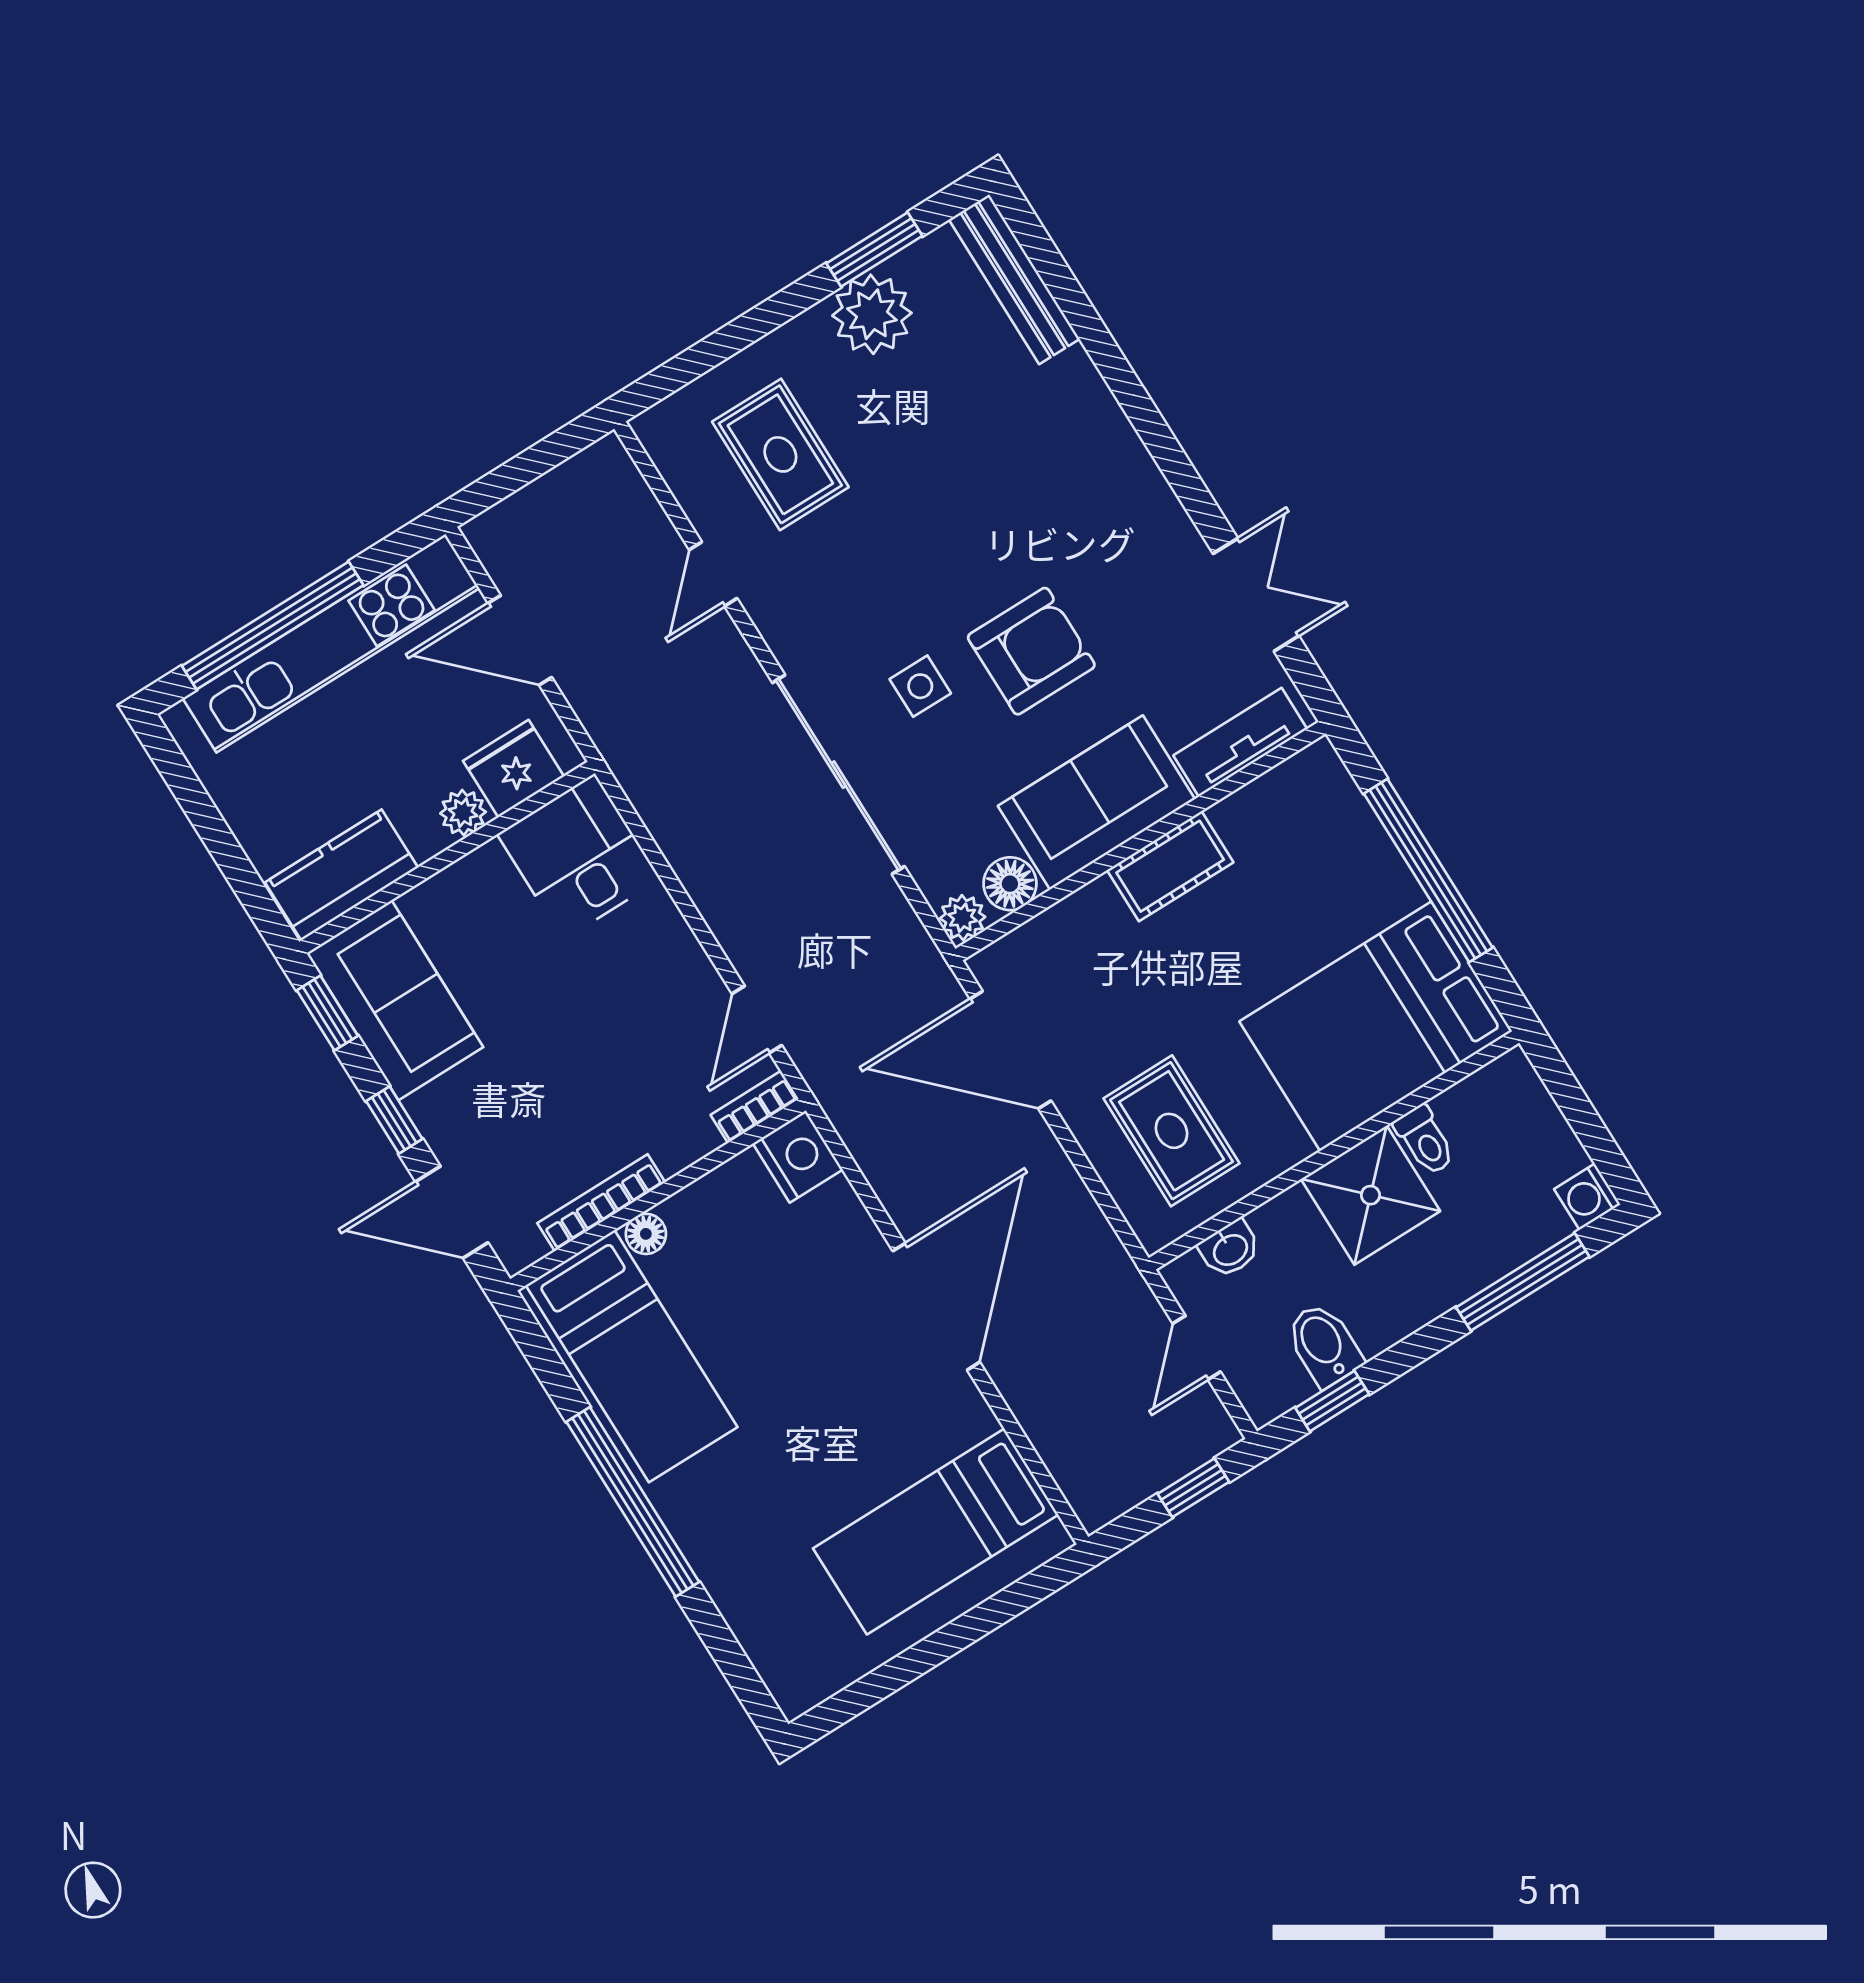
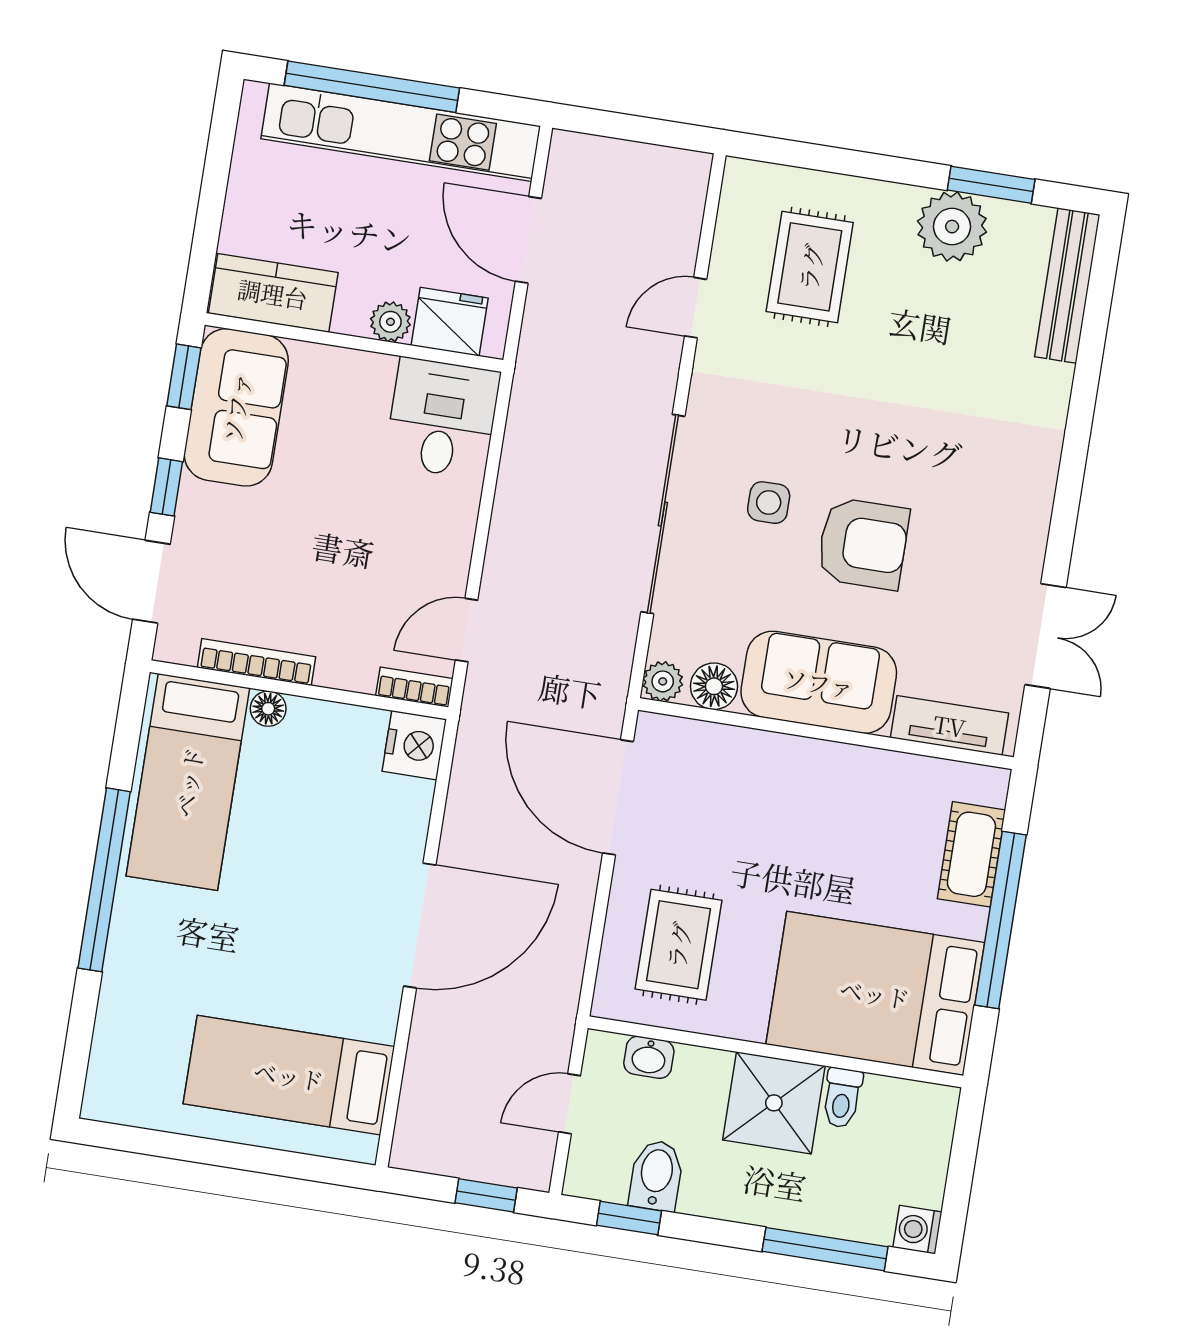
cot: (1170, 866) -> (971, 854), moved, turned 90

